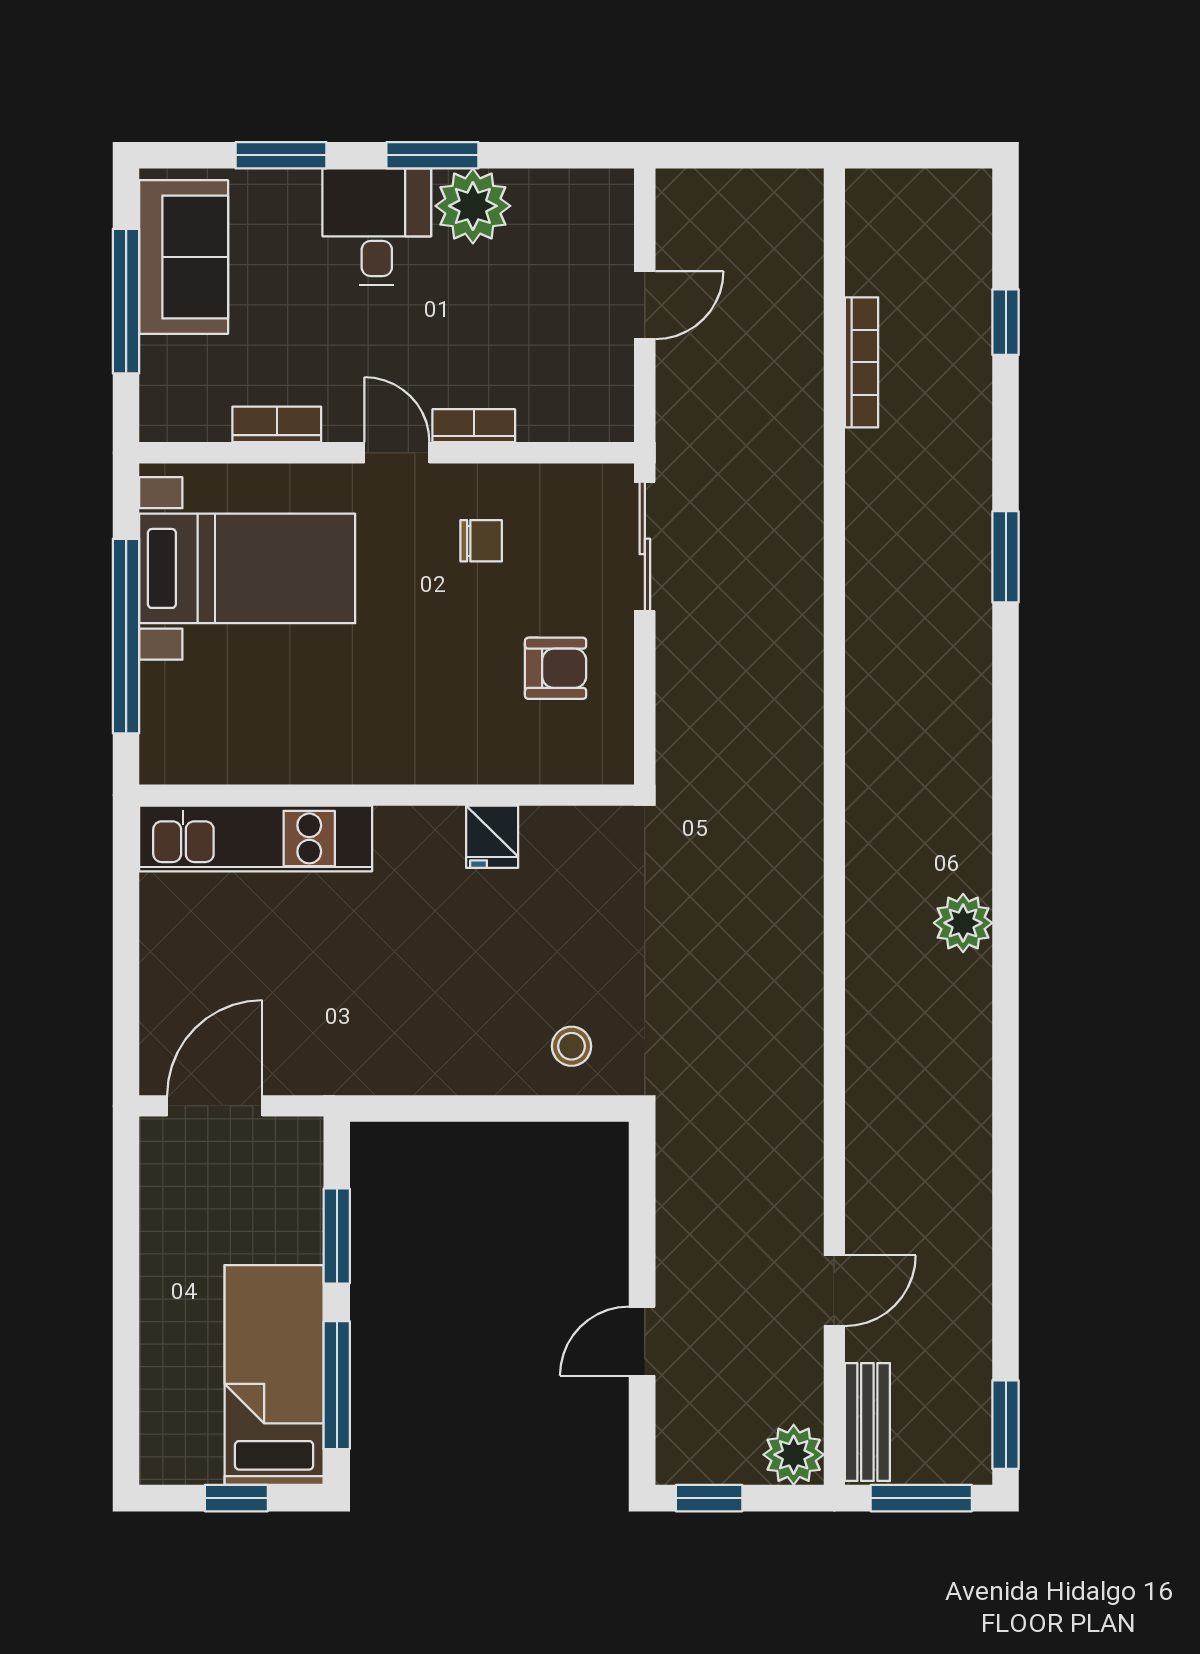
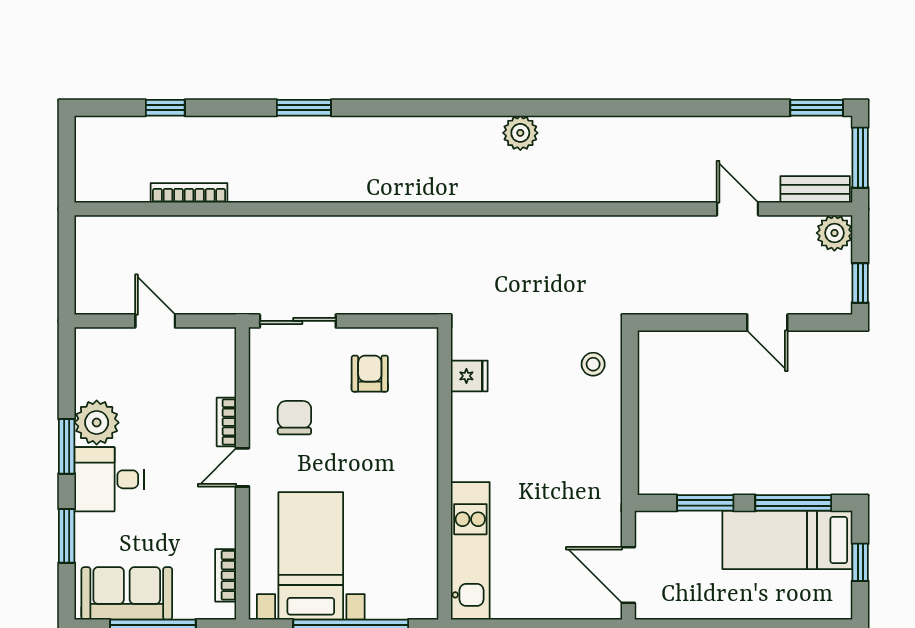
bookcase: (277, 424) -> (226, 575), moved
chair: (481, 541) -> (294, 418), width x1.37, depth x1.37
fridge: (492, 837) -> (469, 376), moved

